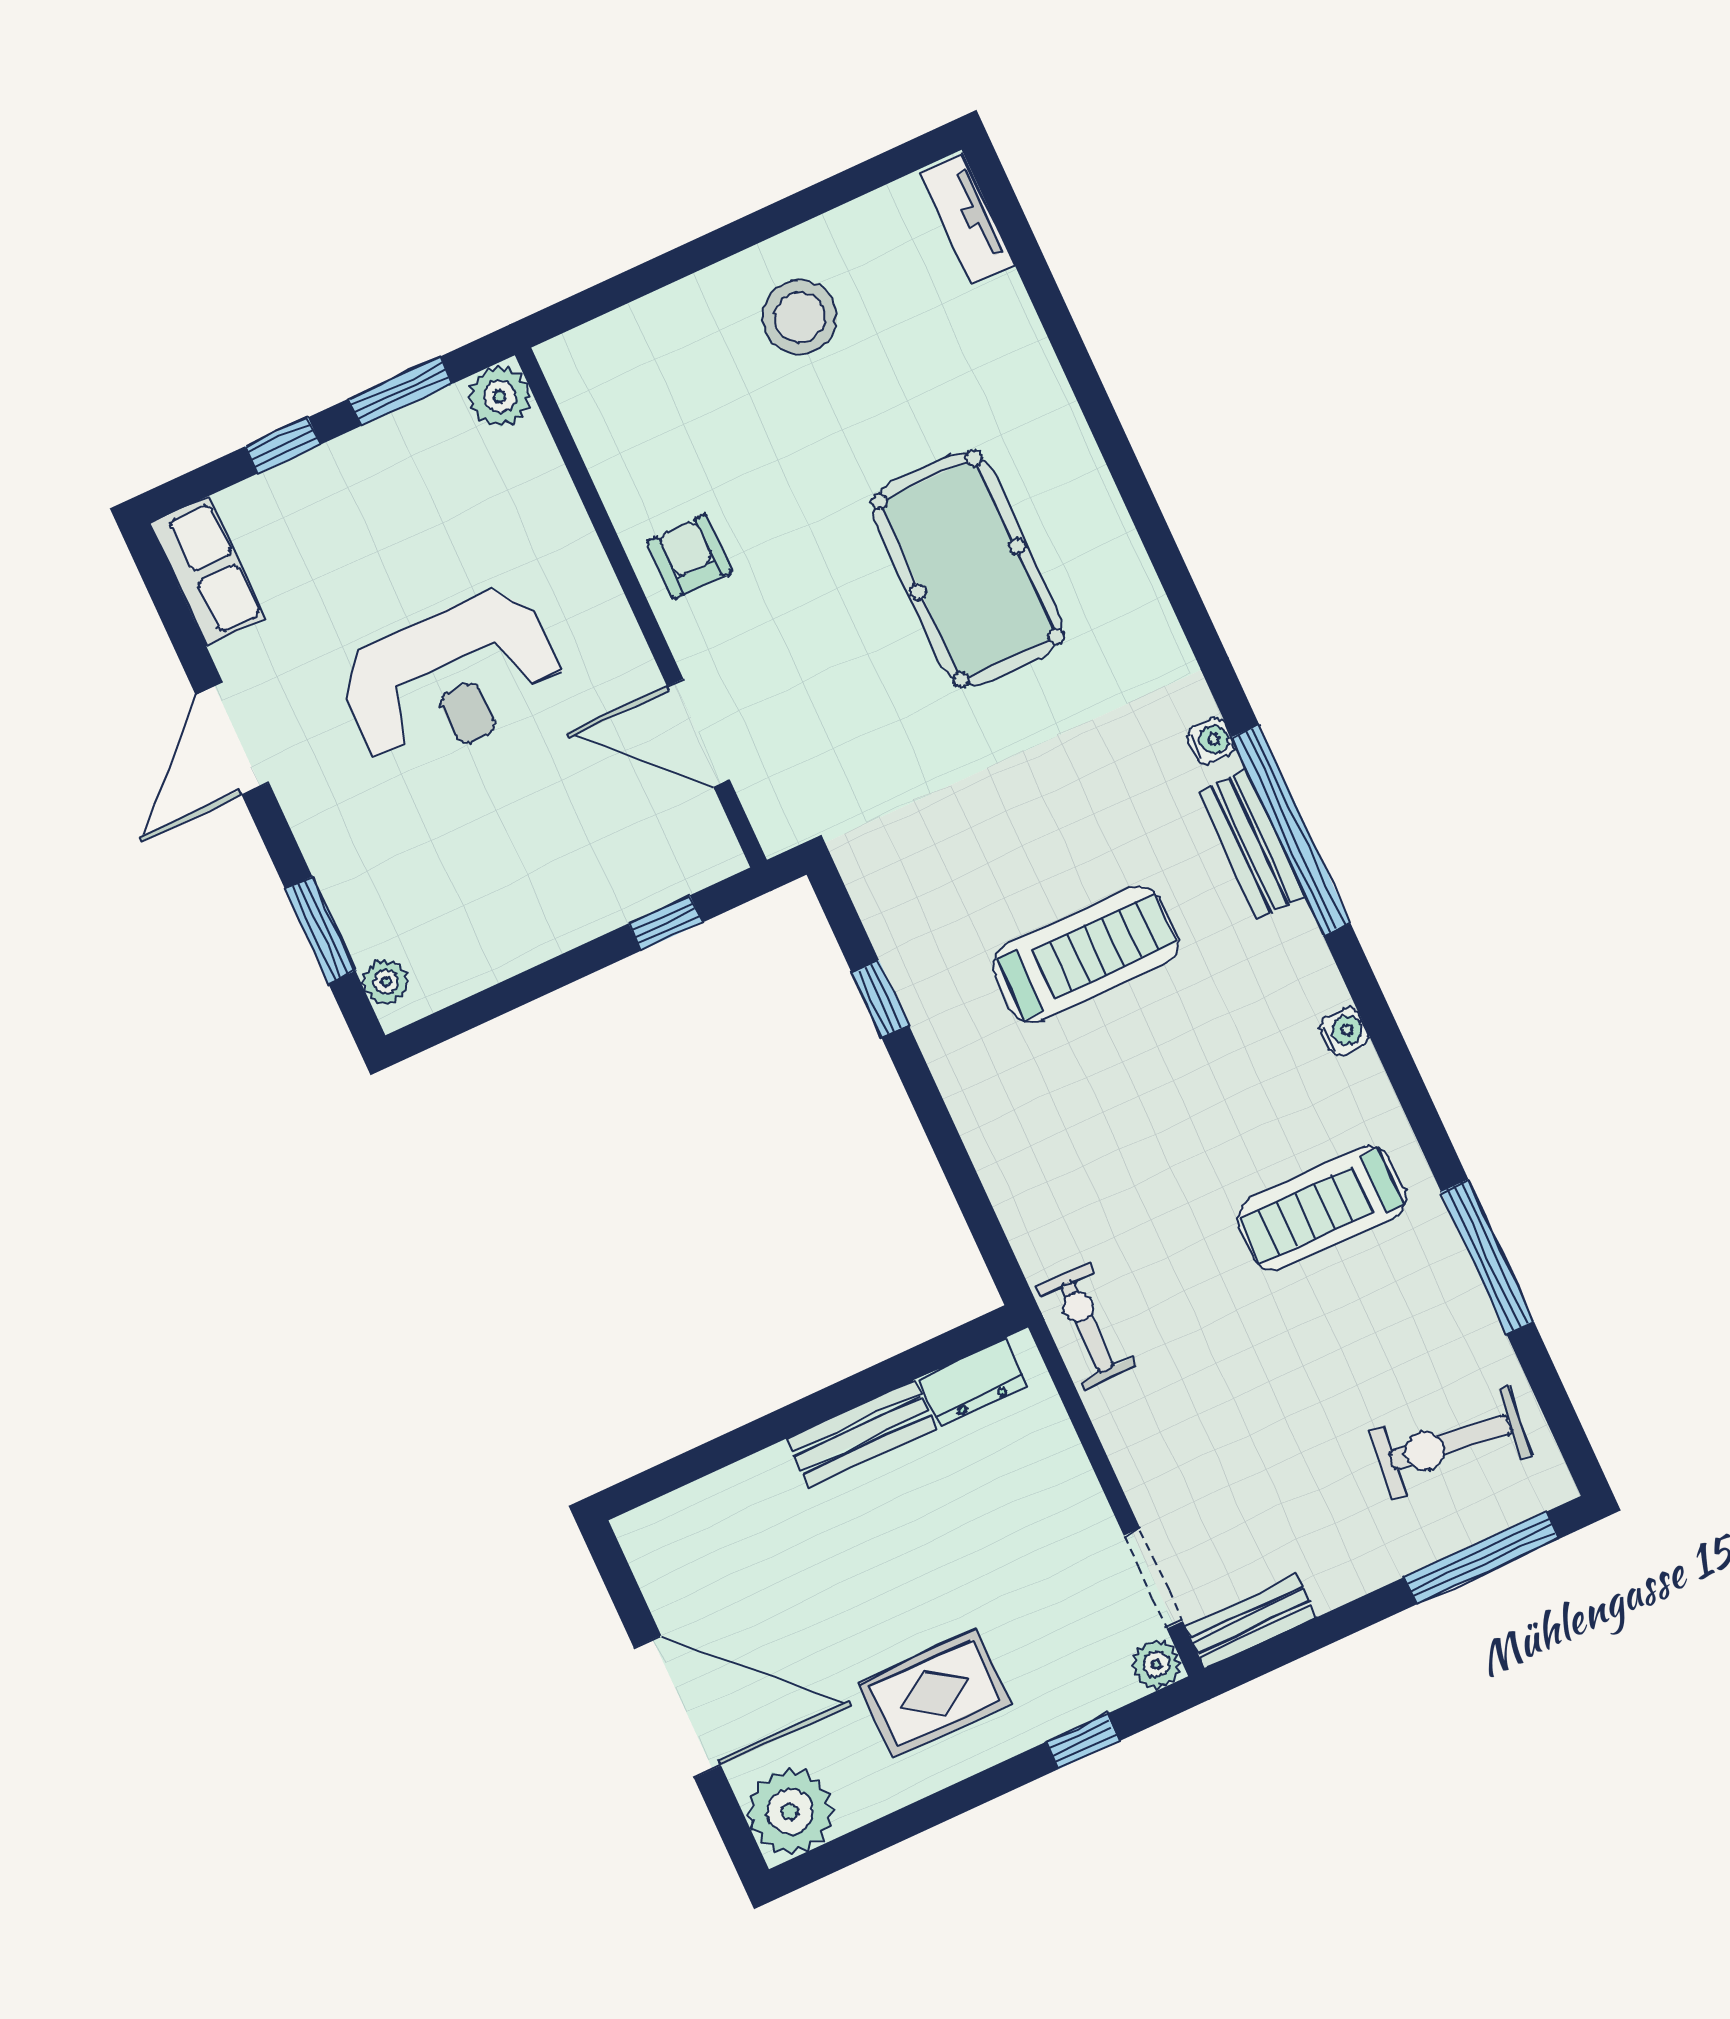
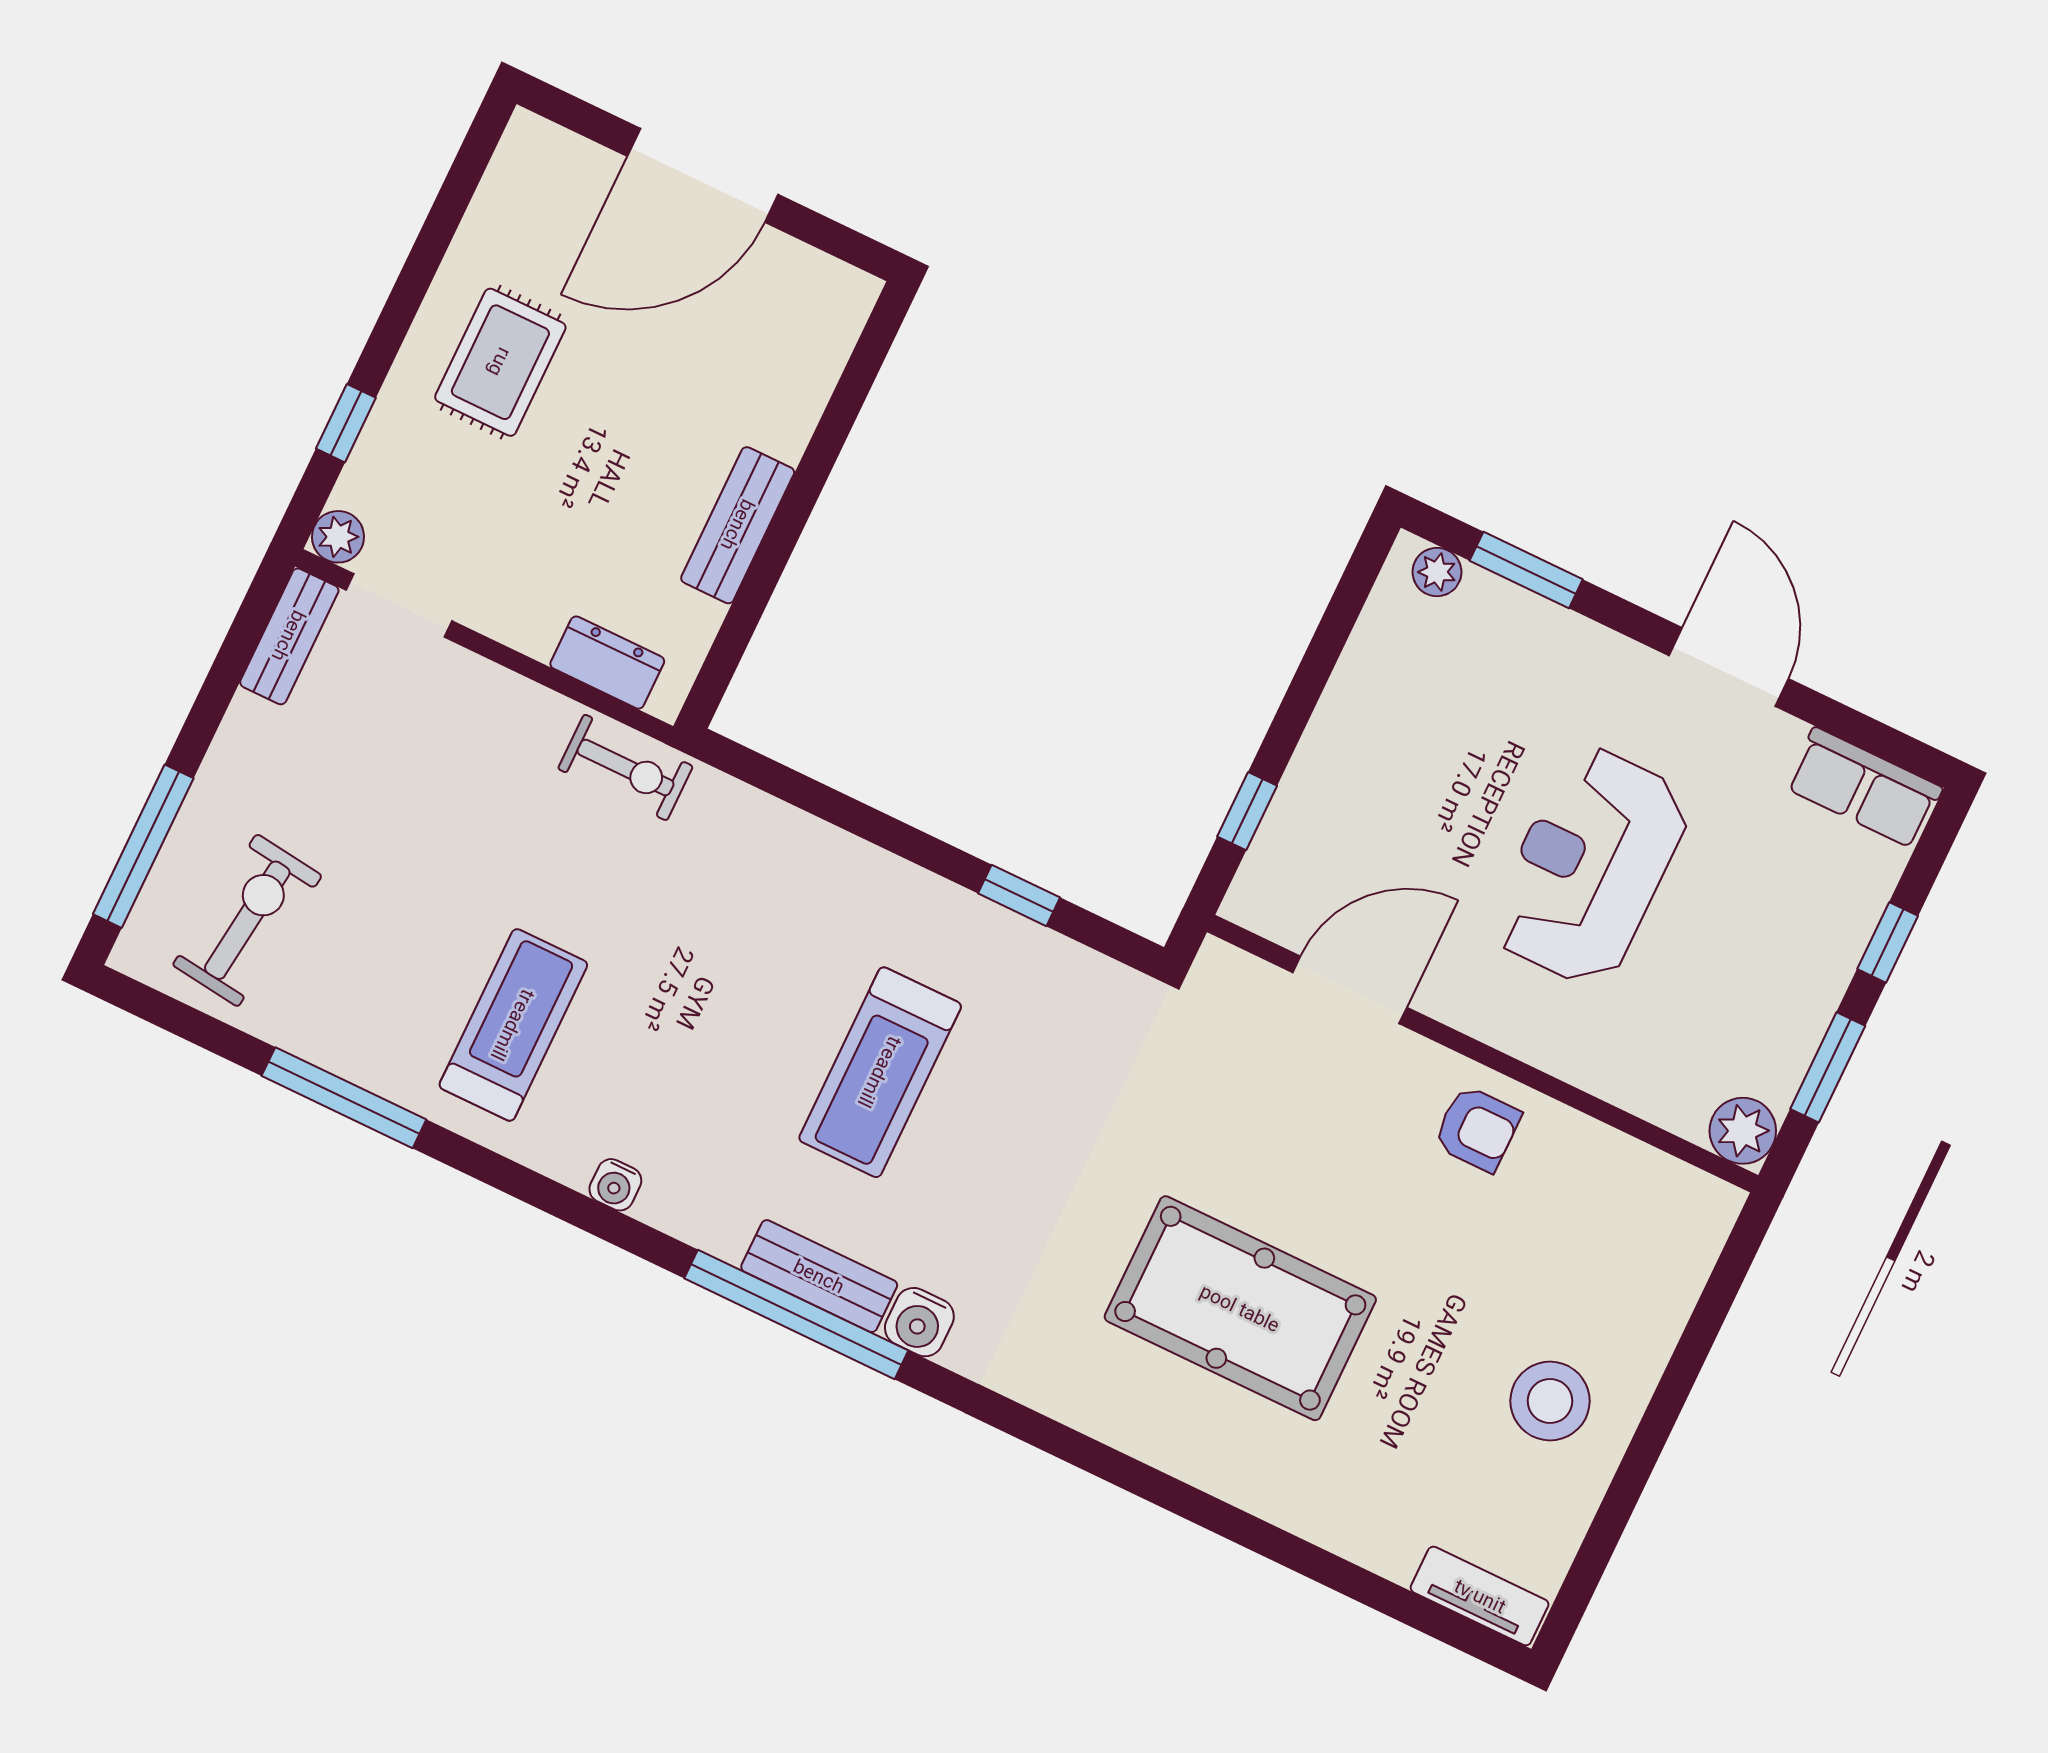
water cooler: (1211, 741) -> (919, 1322), width x1.38, depth x1.38
dresser: (973, 1382) -> (607, 663), moved, turned 90
plant: (790, 1811) -> (538, 166), removed

